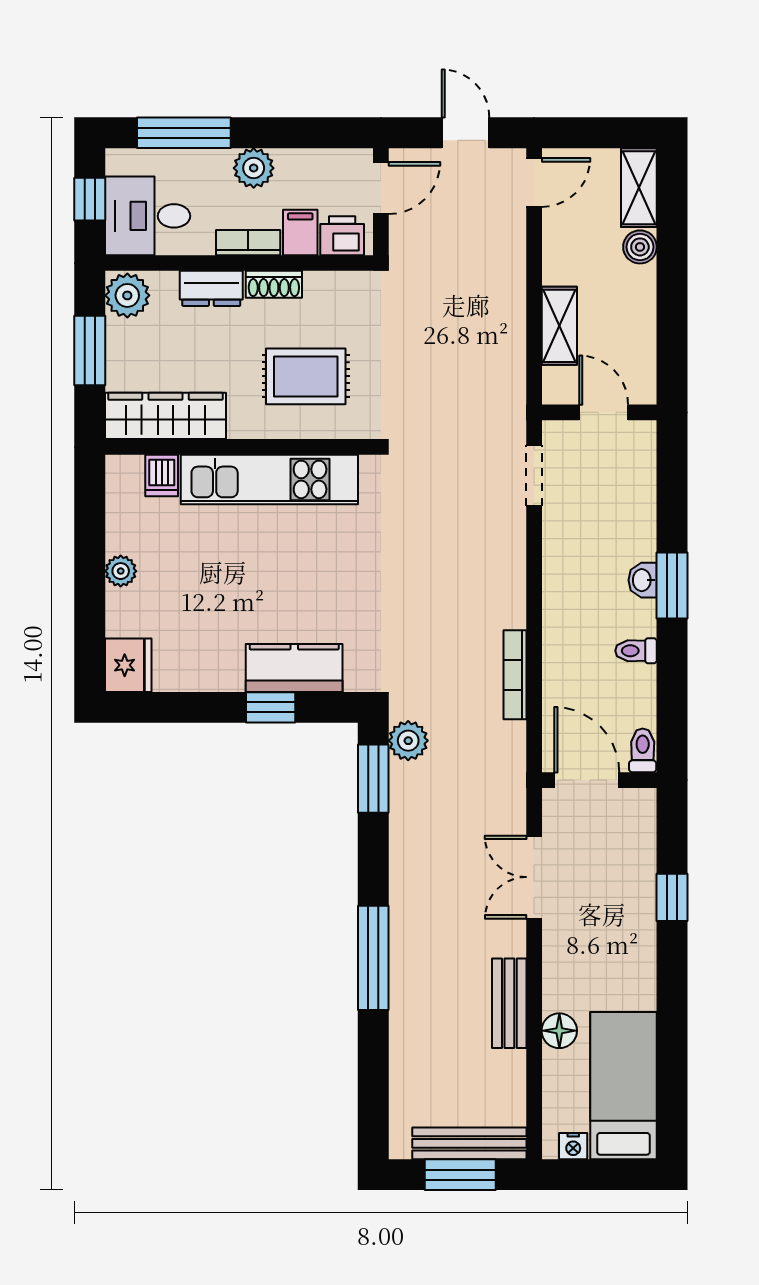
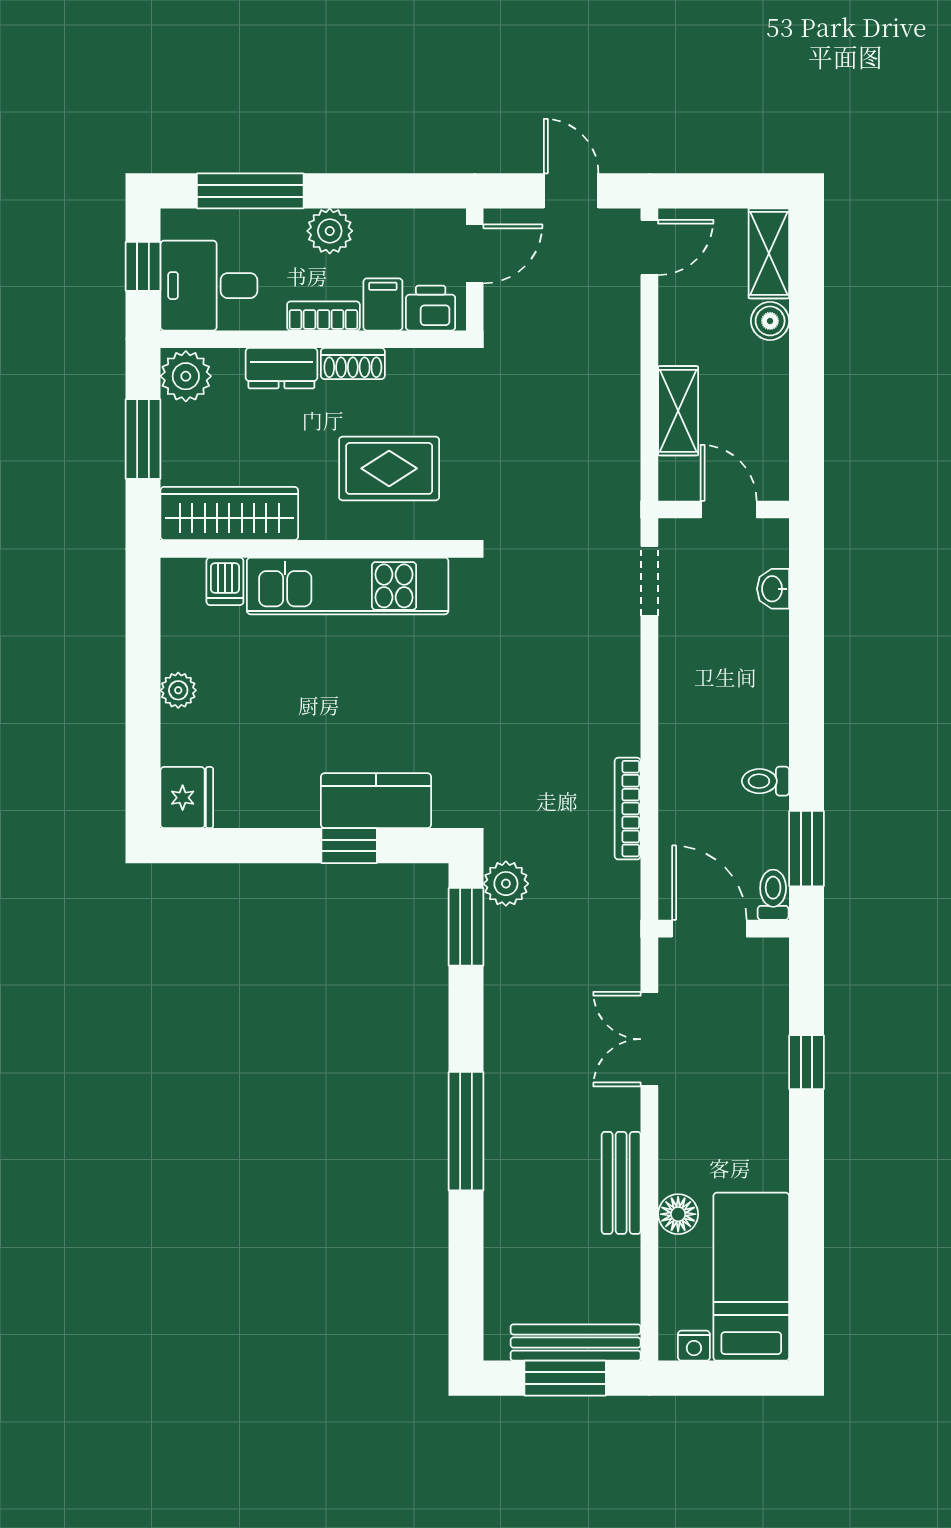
washbasin: (643, 580) -> (773, 589), moved
window: (672, 585) -> (807, 849), moved

